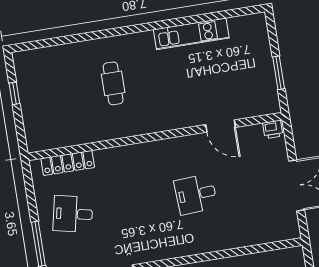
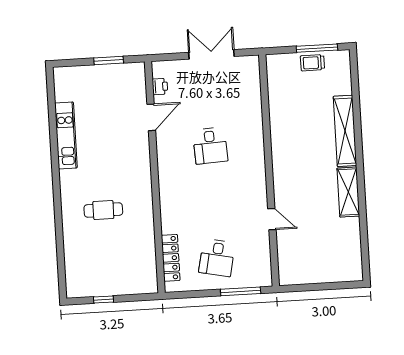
printer: (273, 129) -> (160, 87), moved

